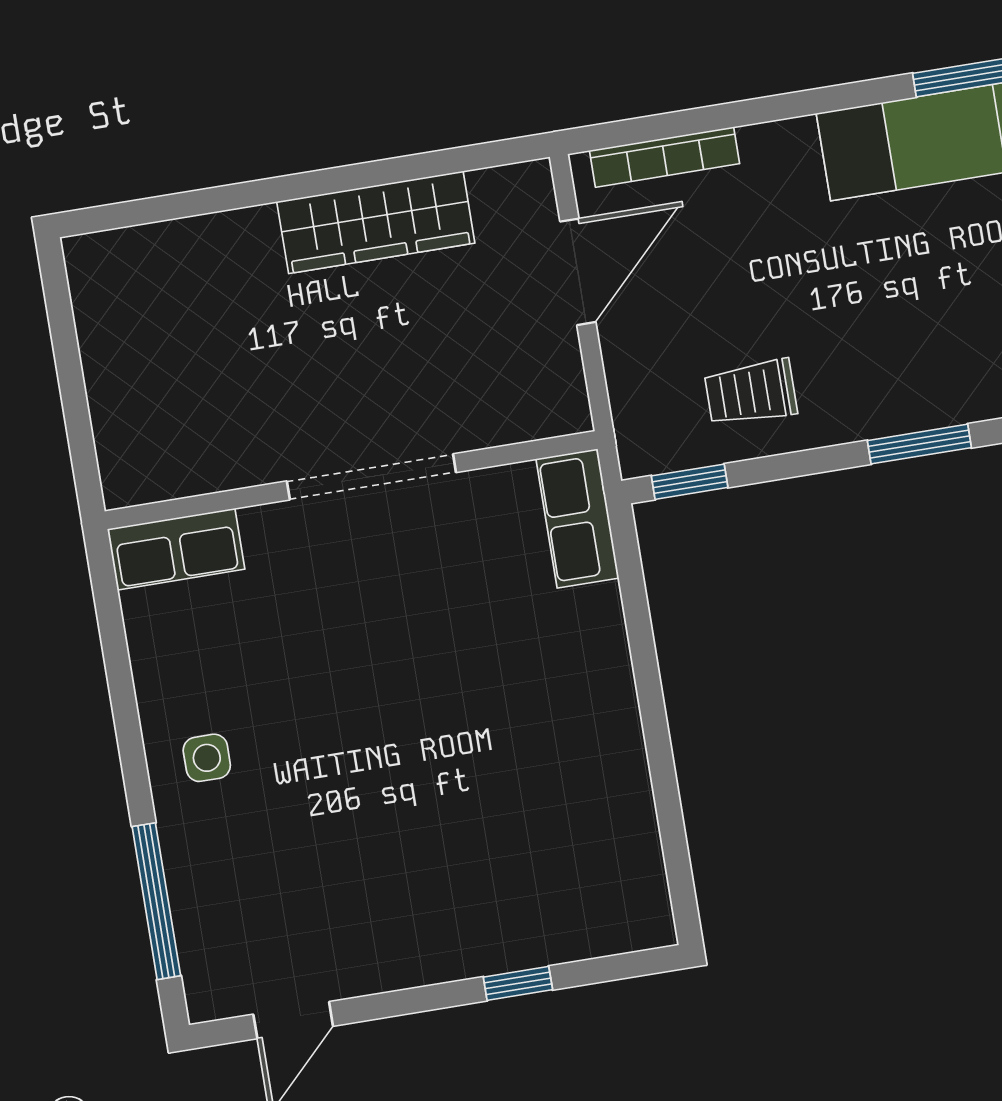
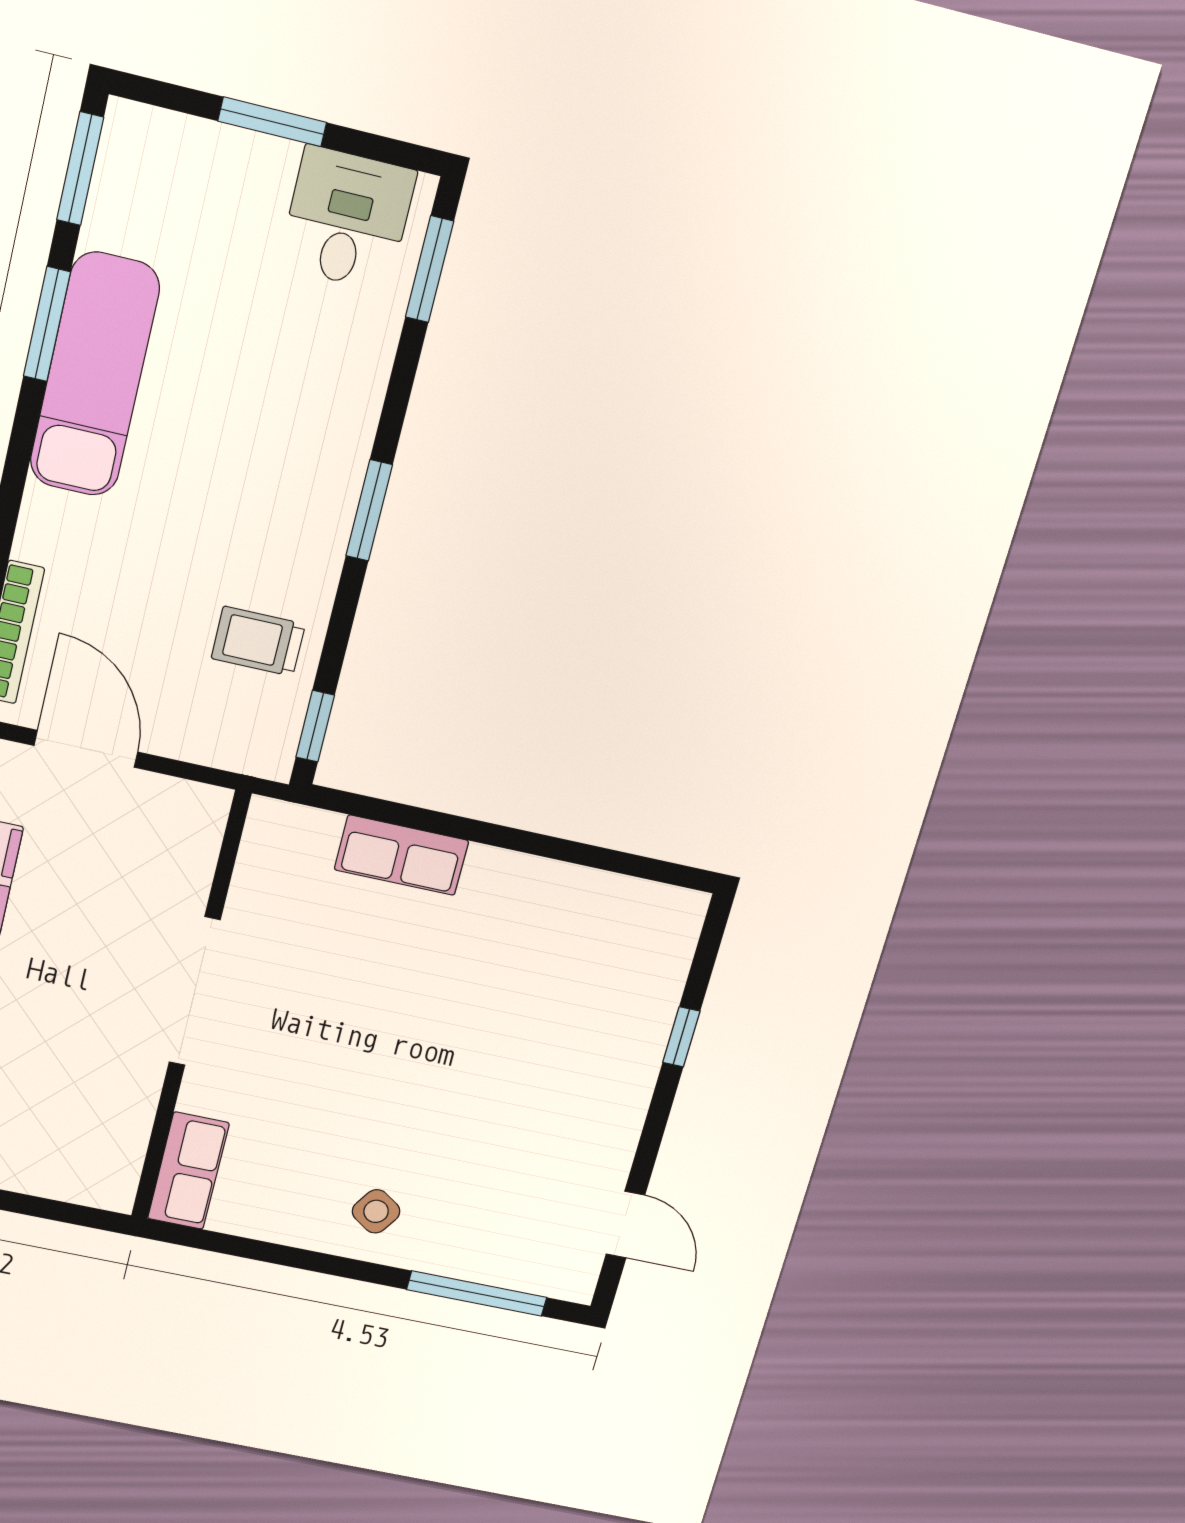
trolley: (751, 392) -> (258, 641), turned 90
row of seats: (577, 518) -> (401, 855), moved
side table: (207, 758) -> (376, 1211), turned 34

